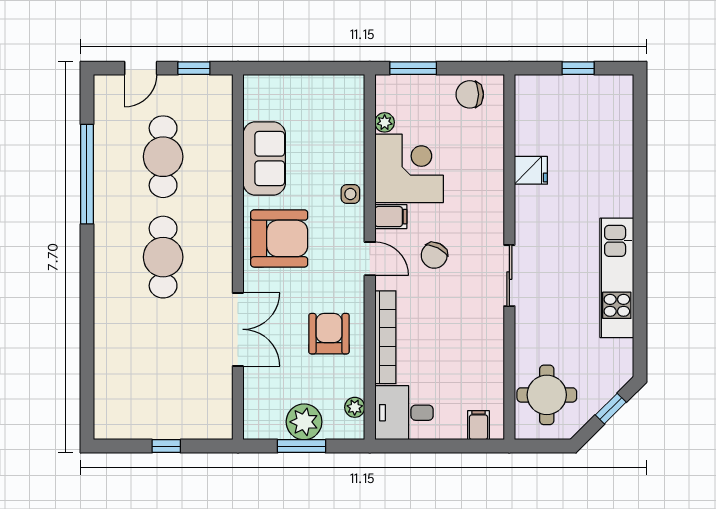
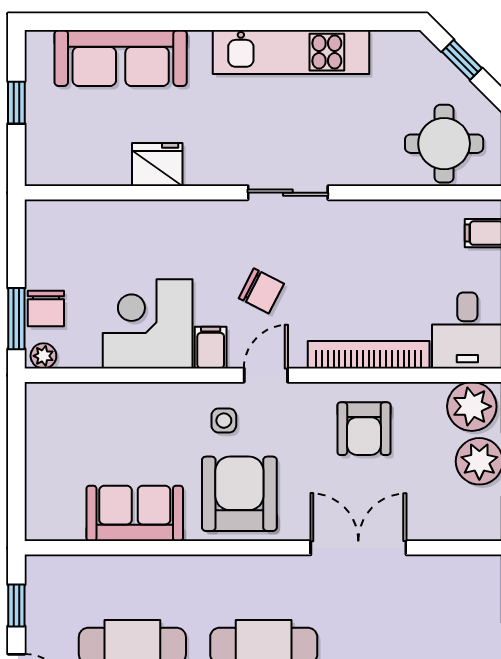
chair: (470, 94) -> (46, 309), moved
plant: (385, 122) -> (43, 356), moved
sofa: (612, 148) -> (121, 58), added
fridge: (531, 170) -> (157, 164), width x1.38
side table: (350, 194) -> (224, 421), moved
armchair: (329, 334) -> (364, 429), turned -90
plant: (355, 407) -> (472, 406), width x1.88, depth x1.88

